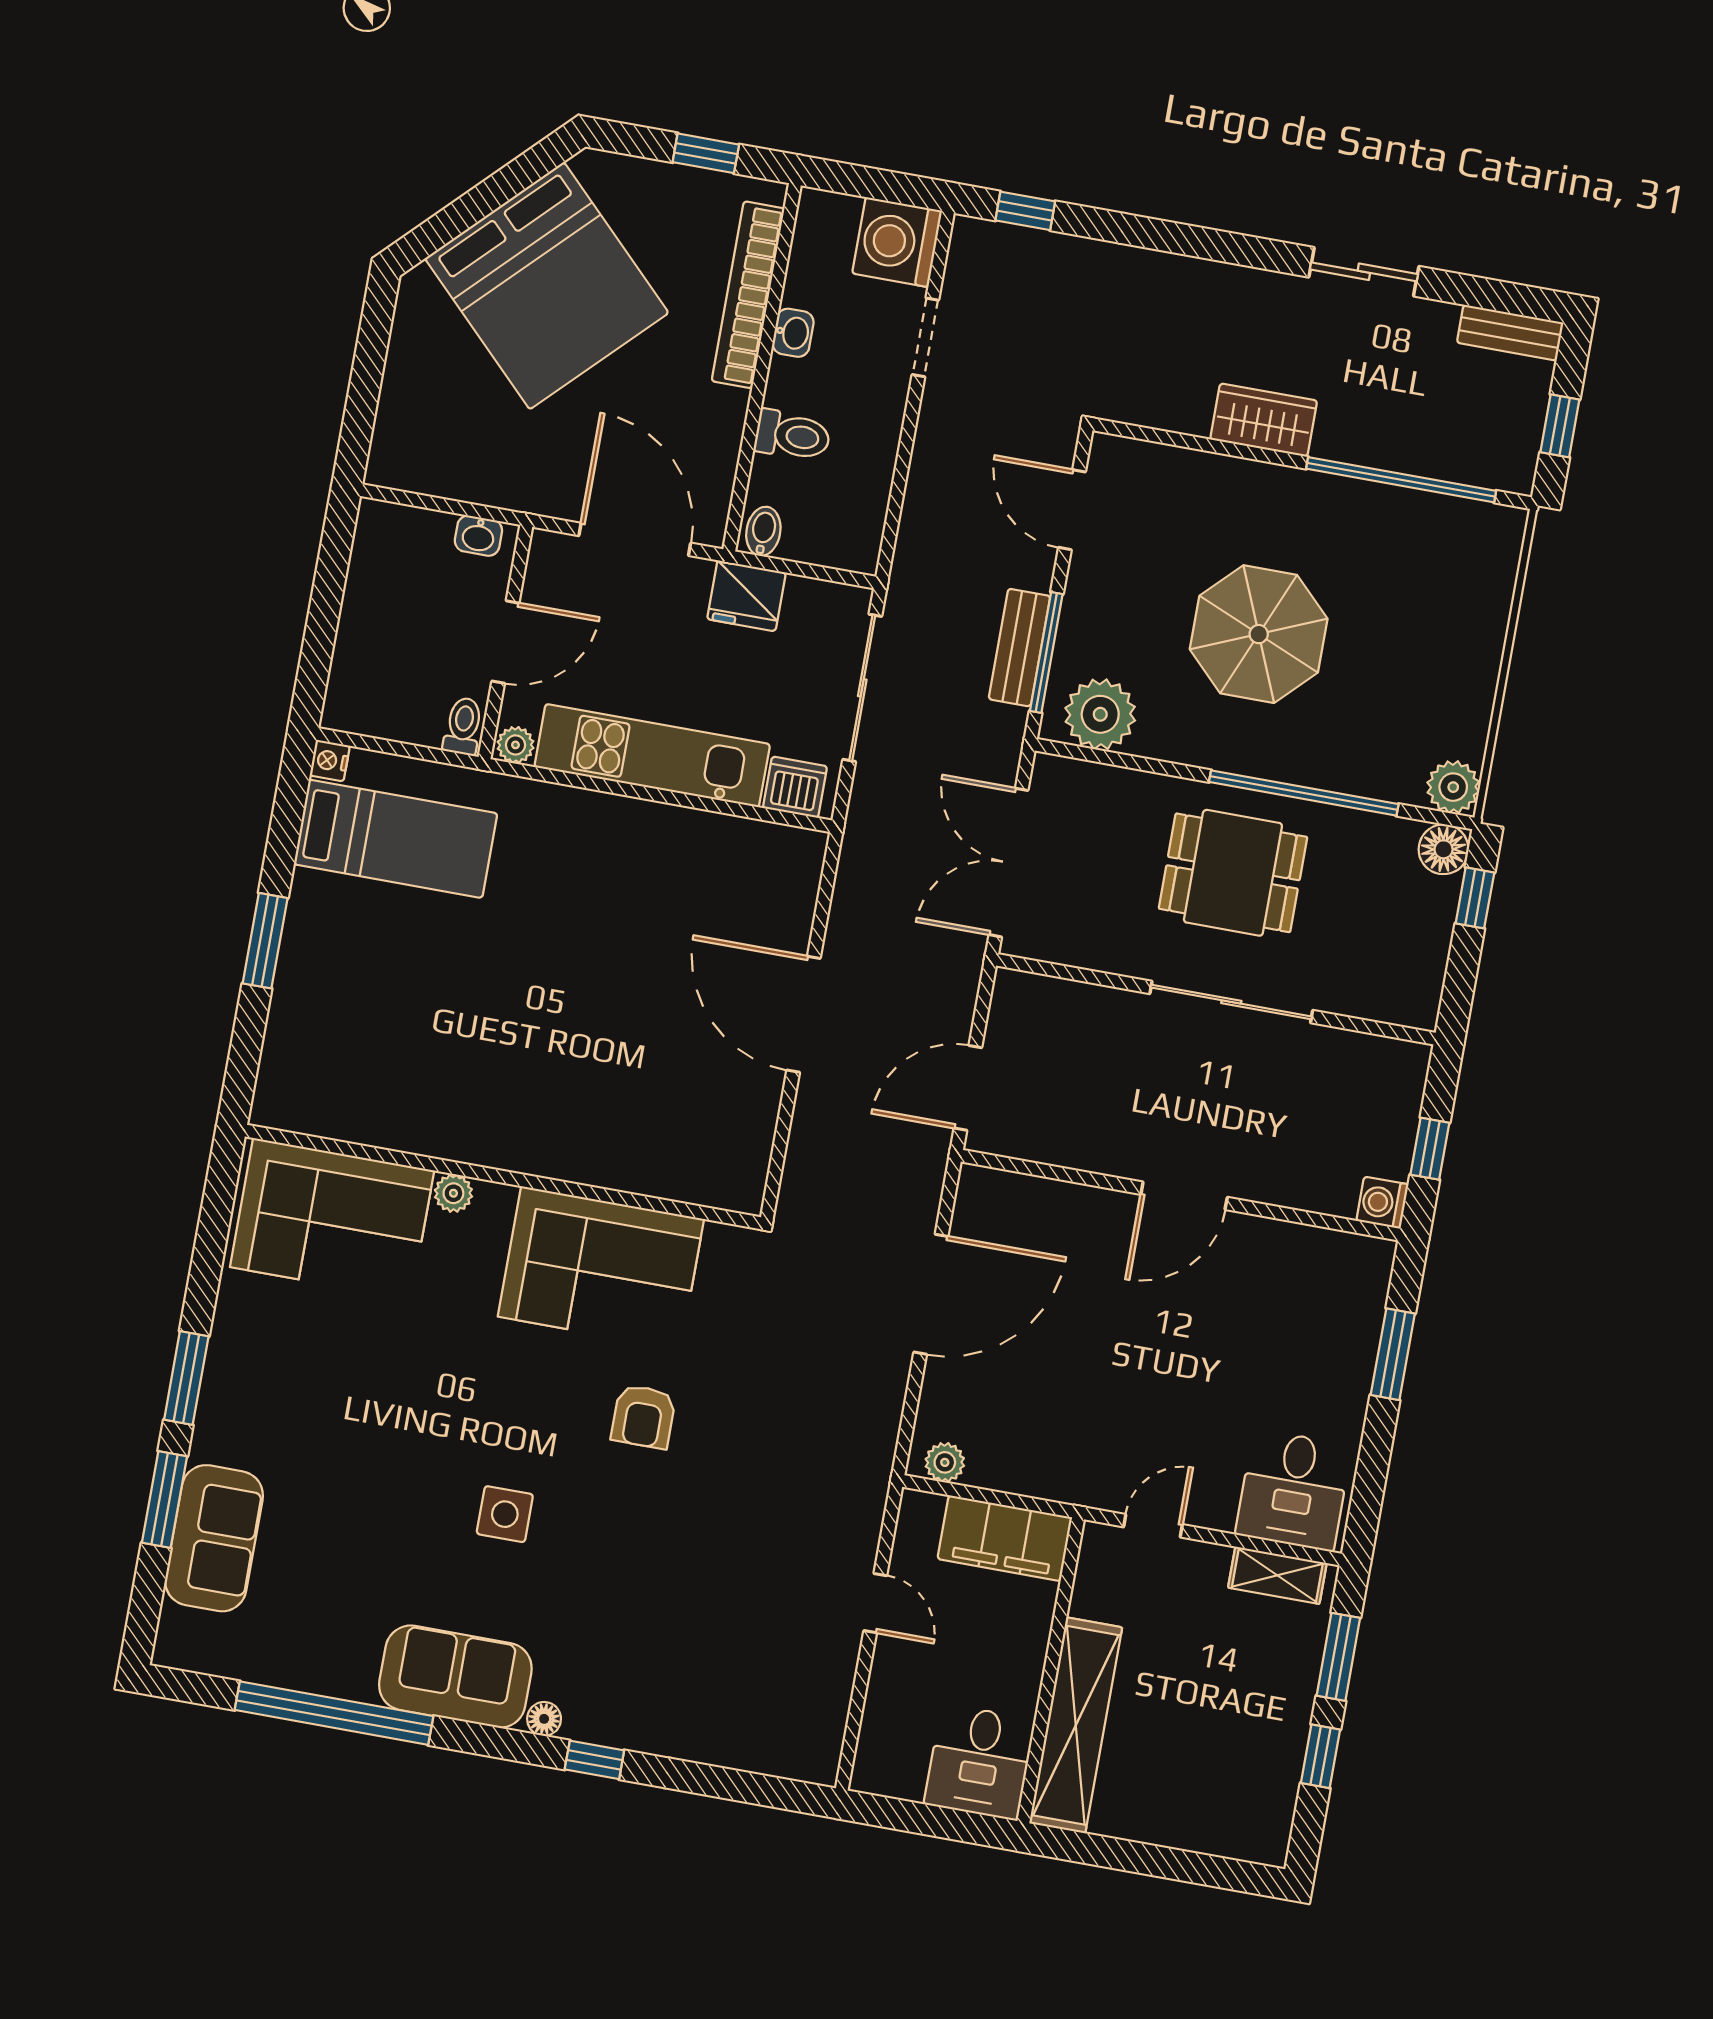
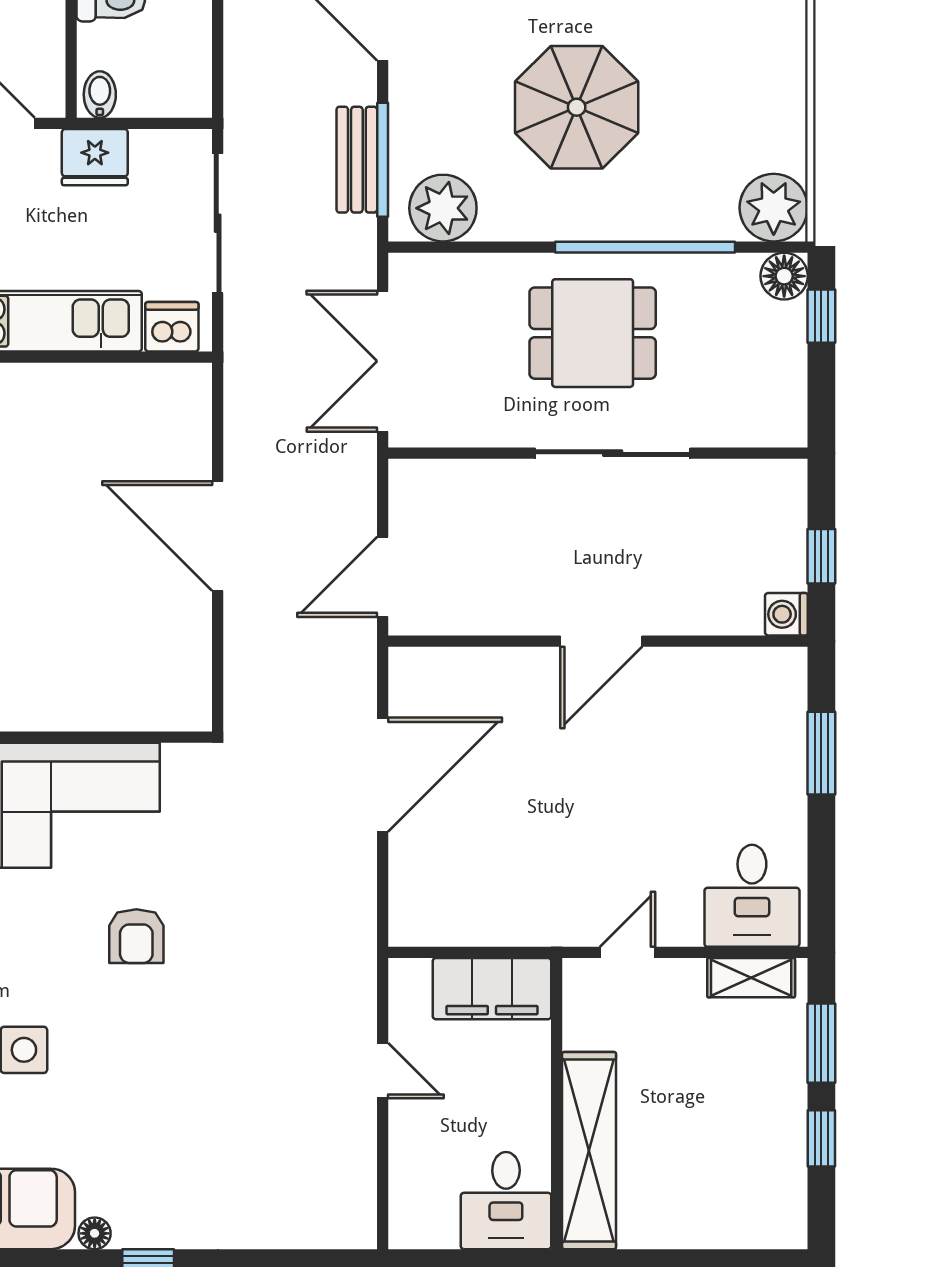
plant: (1453, 787) -> (774, 208), width x1.36, depth x1.36
plant: (945, 1462) -> (424, 928), removed

